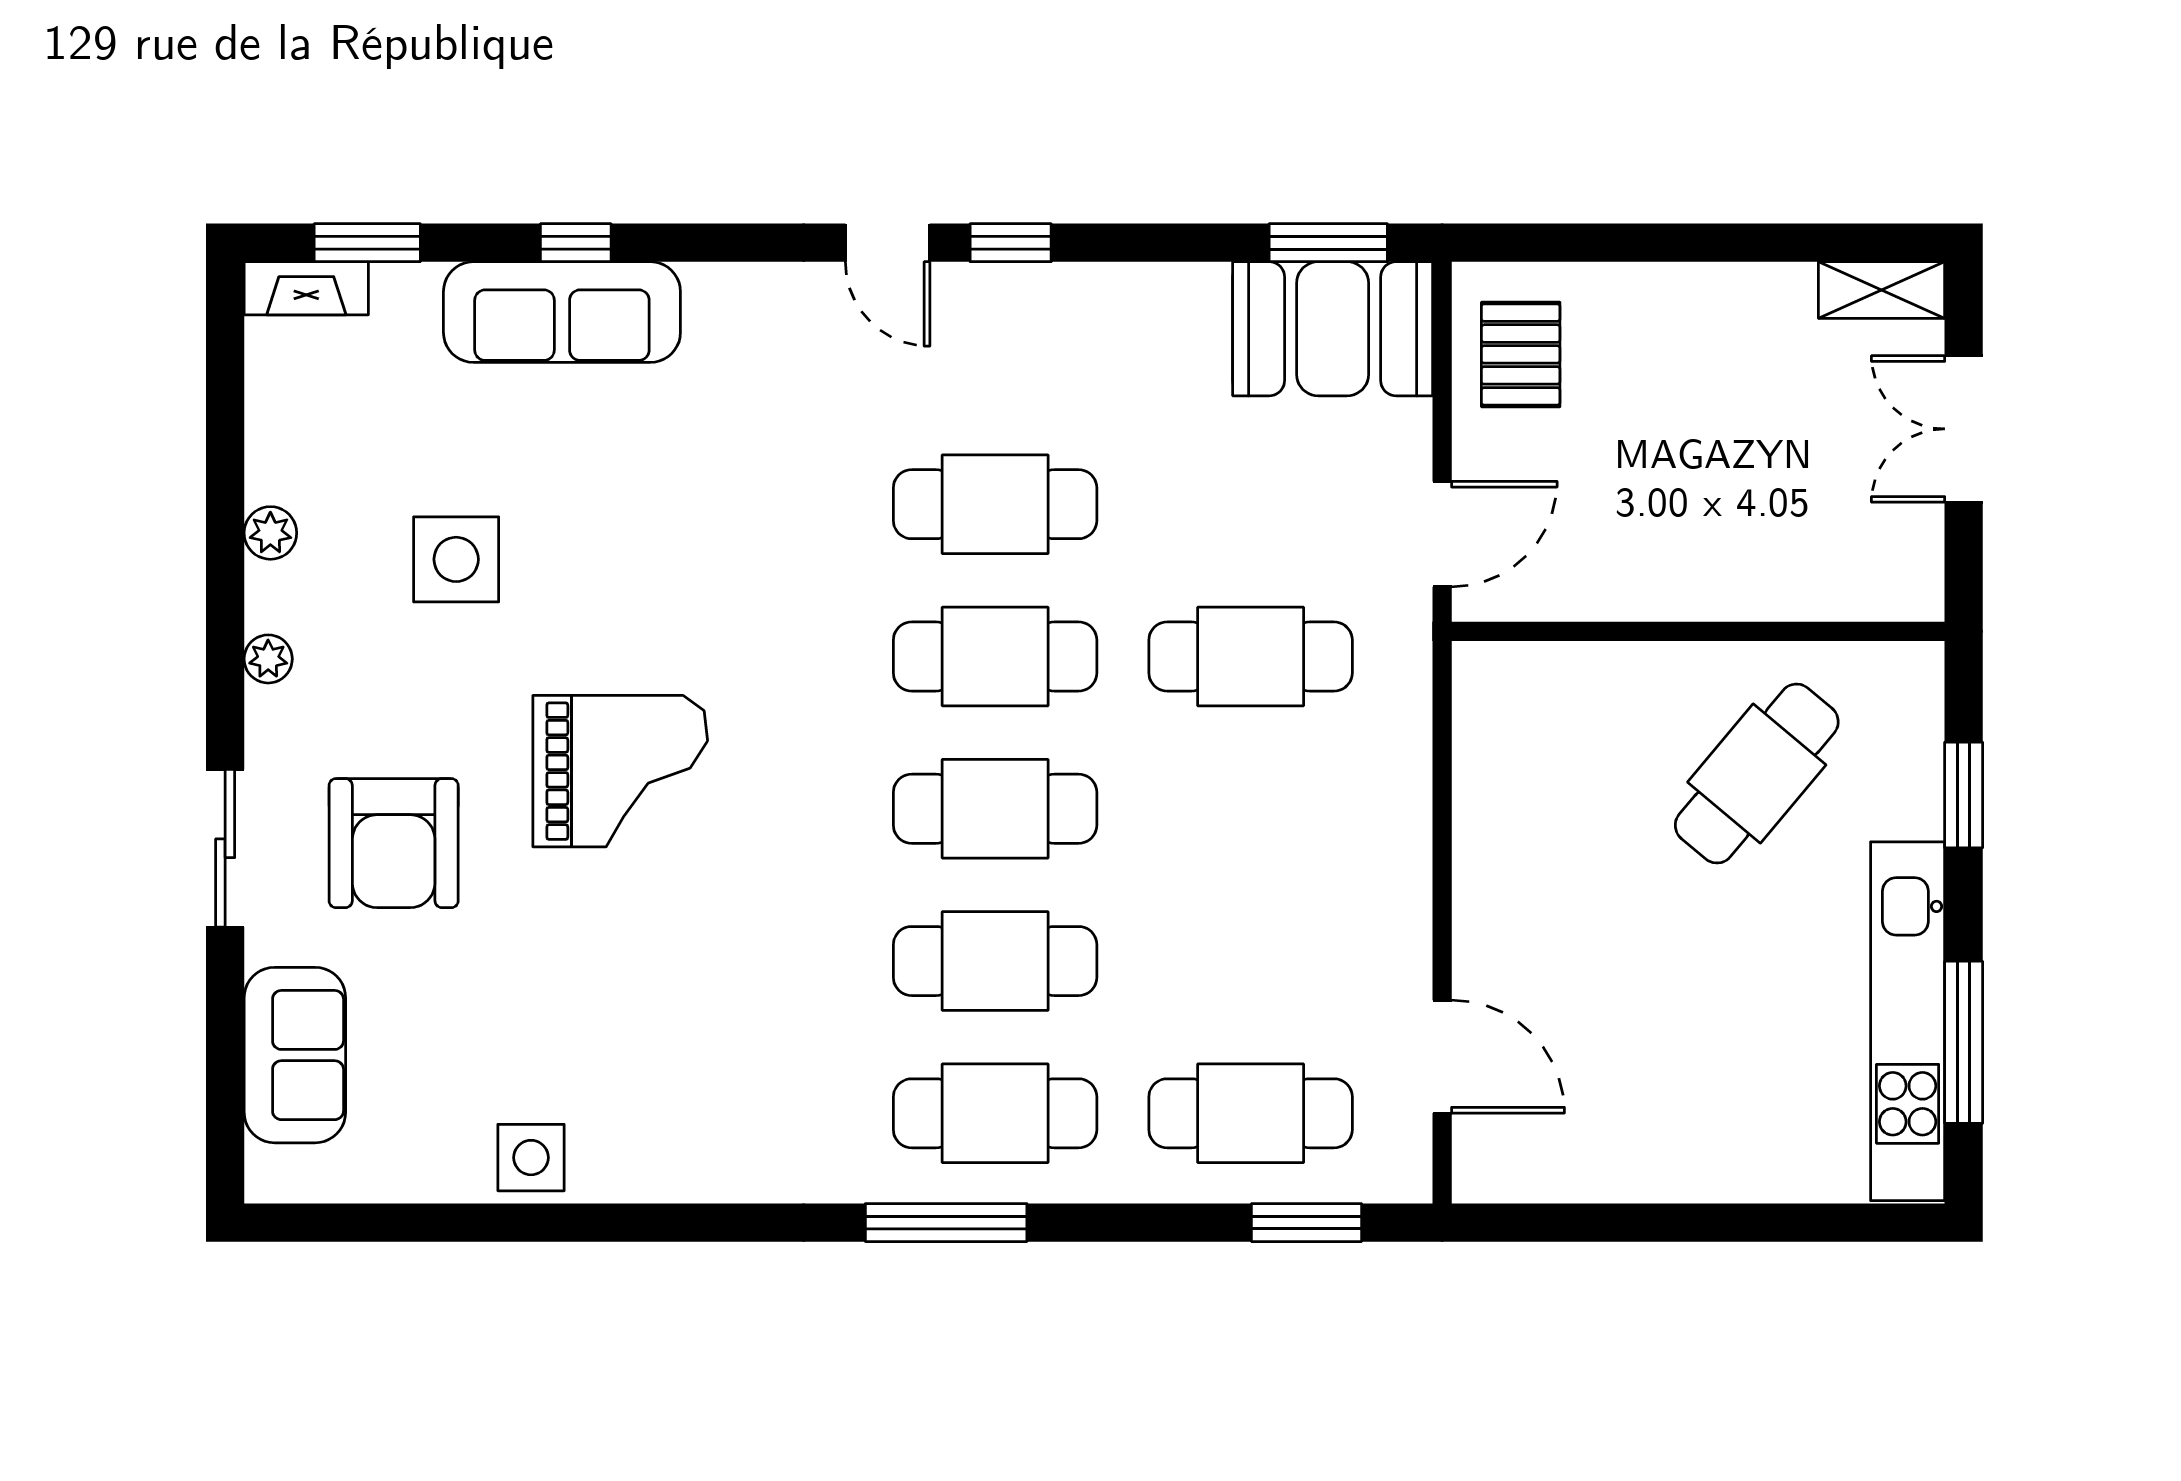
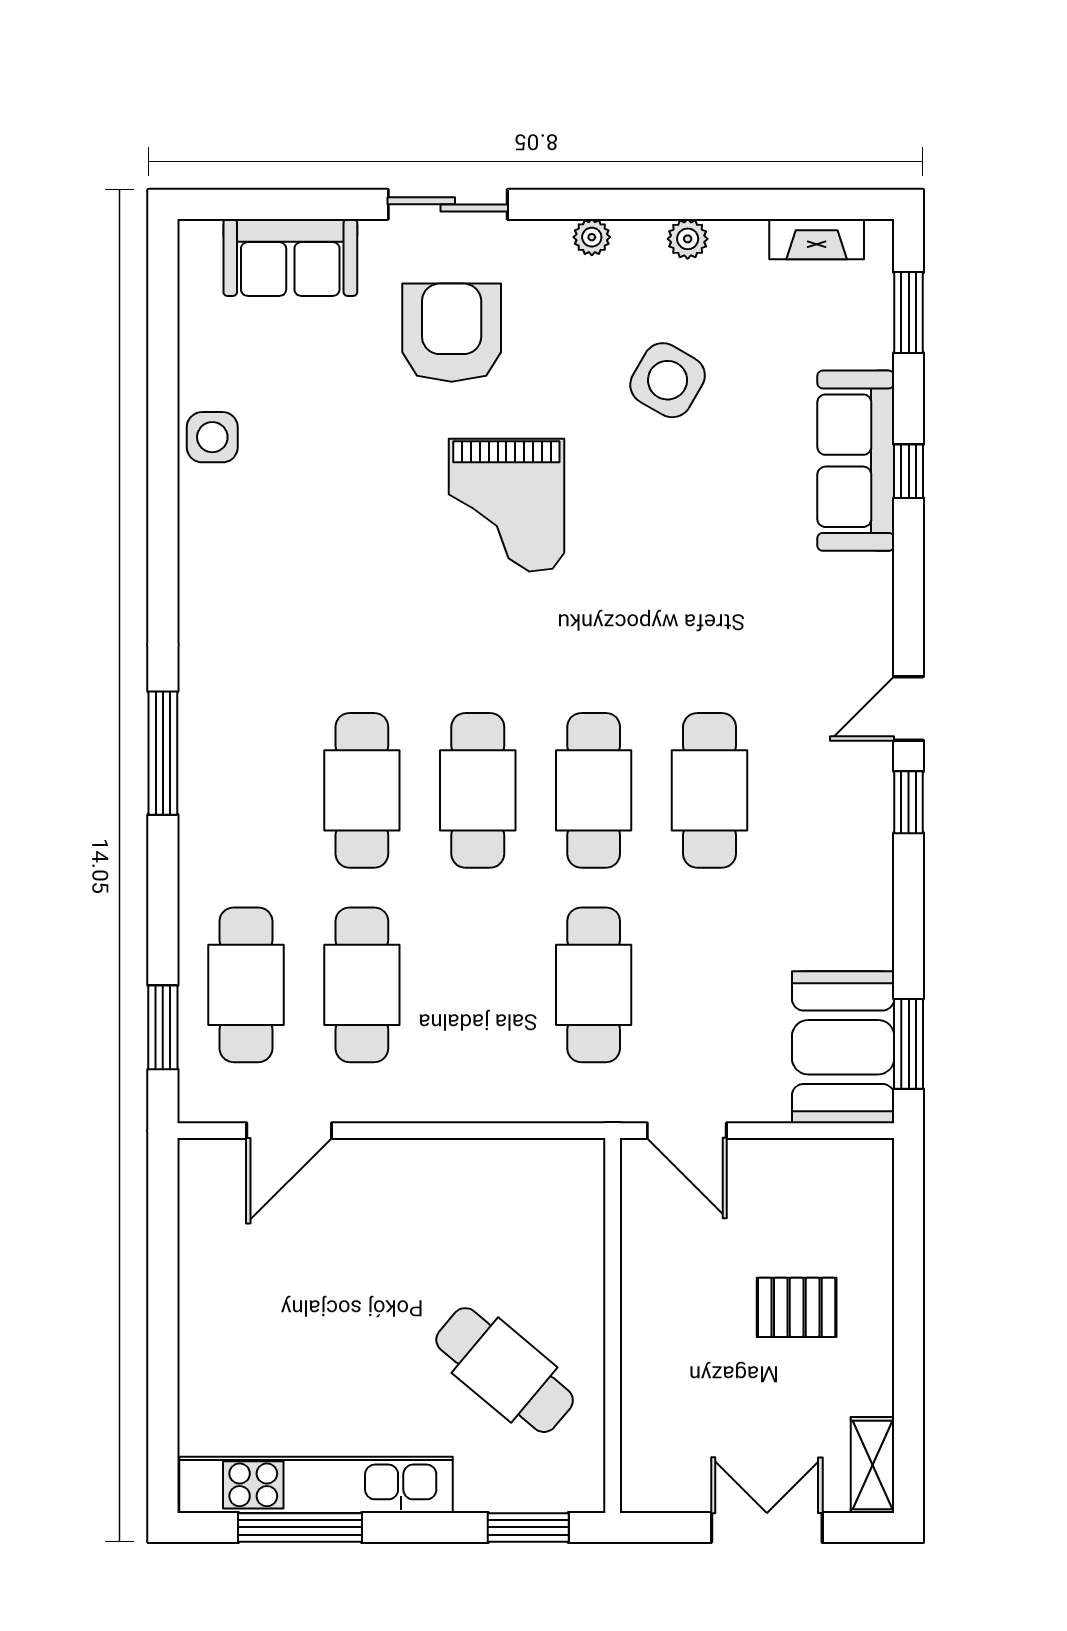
fireplace: (306, 288) -> (817, 239), moved, turned -90
pallet: (1521, 354) -> (797, 1307), moved
side table: (456, 559) -> (668, 380), turned 30
window: (1964, 795) -> (528, 1527), moved
armchair: (394, 843) -> (452, 333), turned 90
cafe table: (995, 1113) -> (362, 985), moved

